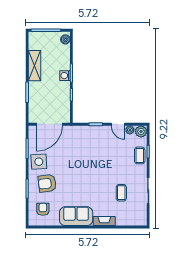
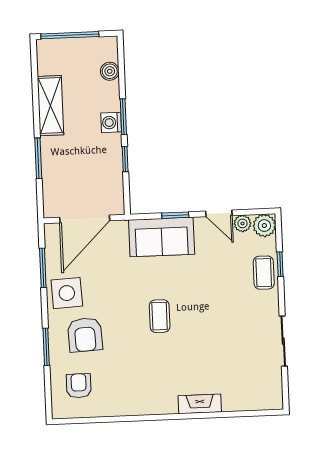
boiler: (65, 39) -> (110, 71), moved
armchair: (47, 183) -> (85, 335), turned -86
coffee table: (121, 193) -> (160, 316), moved
sofa: (76, 216) -> (162, 237), moved, turned 180

